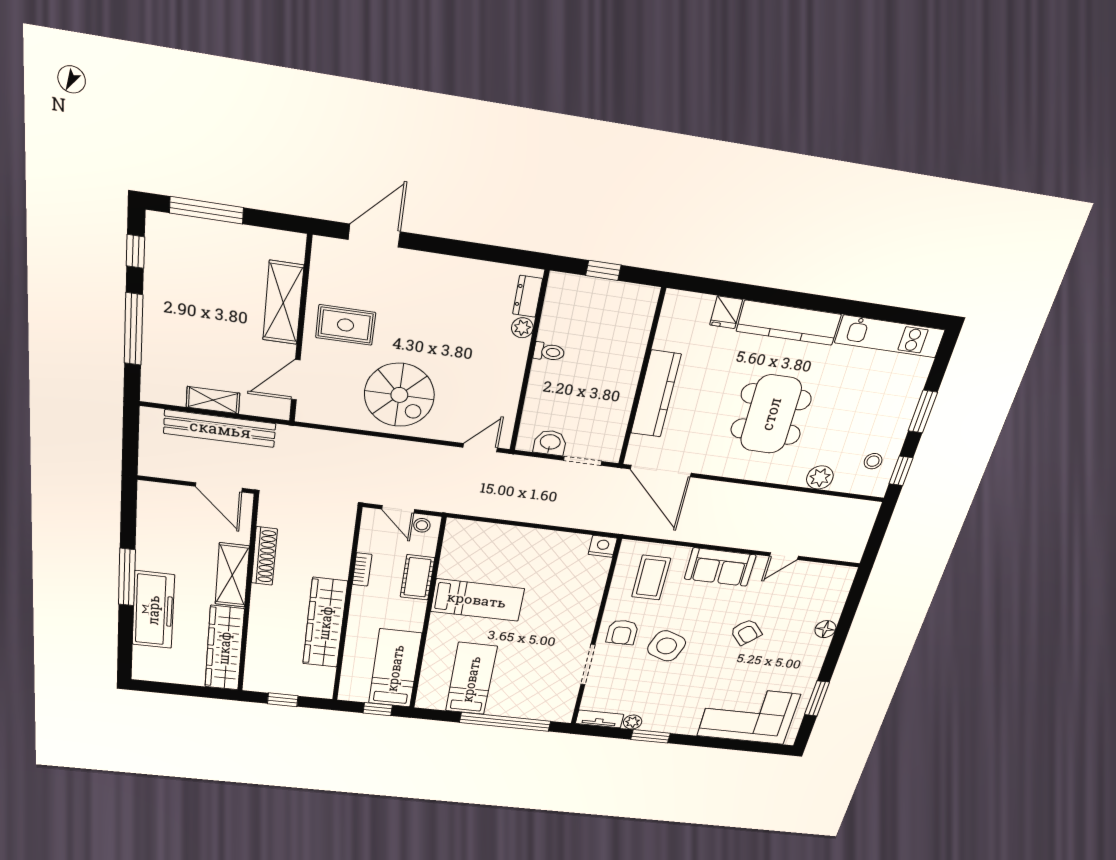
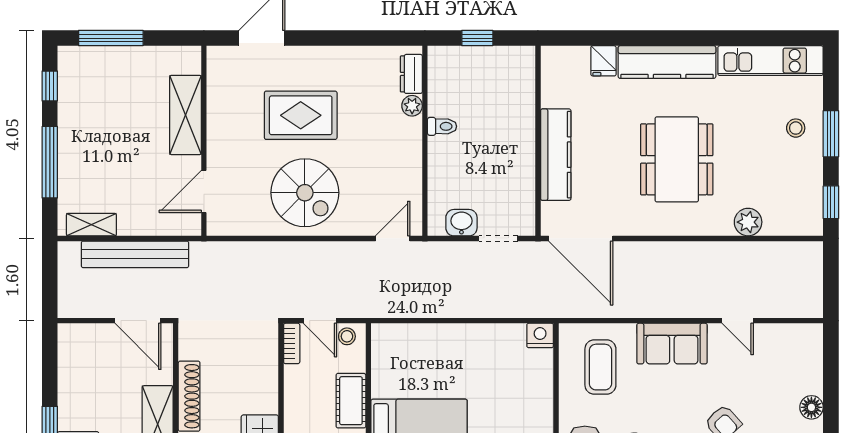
rug: (346, 325) -> (301, 115), moved, width x1.36, depth x1.43
shelving: (213, 400) -> (91, 225), moved
stool: (873, 461) -> (796, 128), moved
door: (784, 556) -> (738, 321), hinge flipped
bookcase: (362, 569) -> (292, 343), moved

